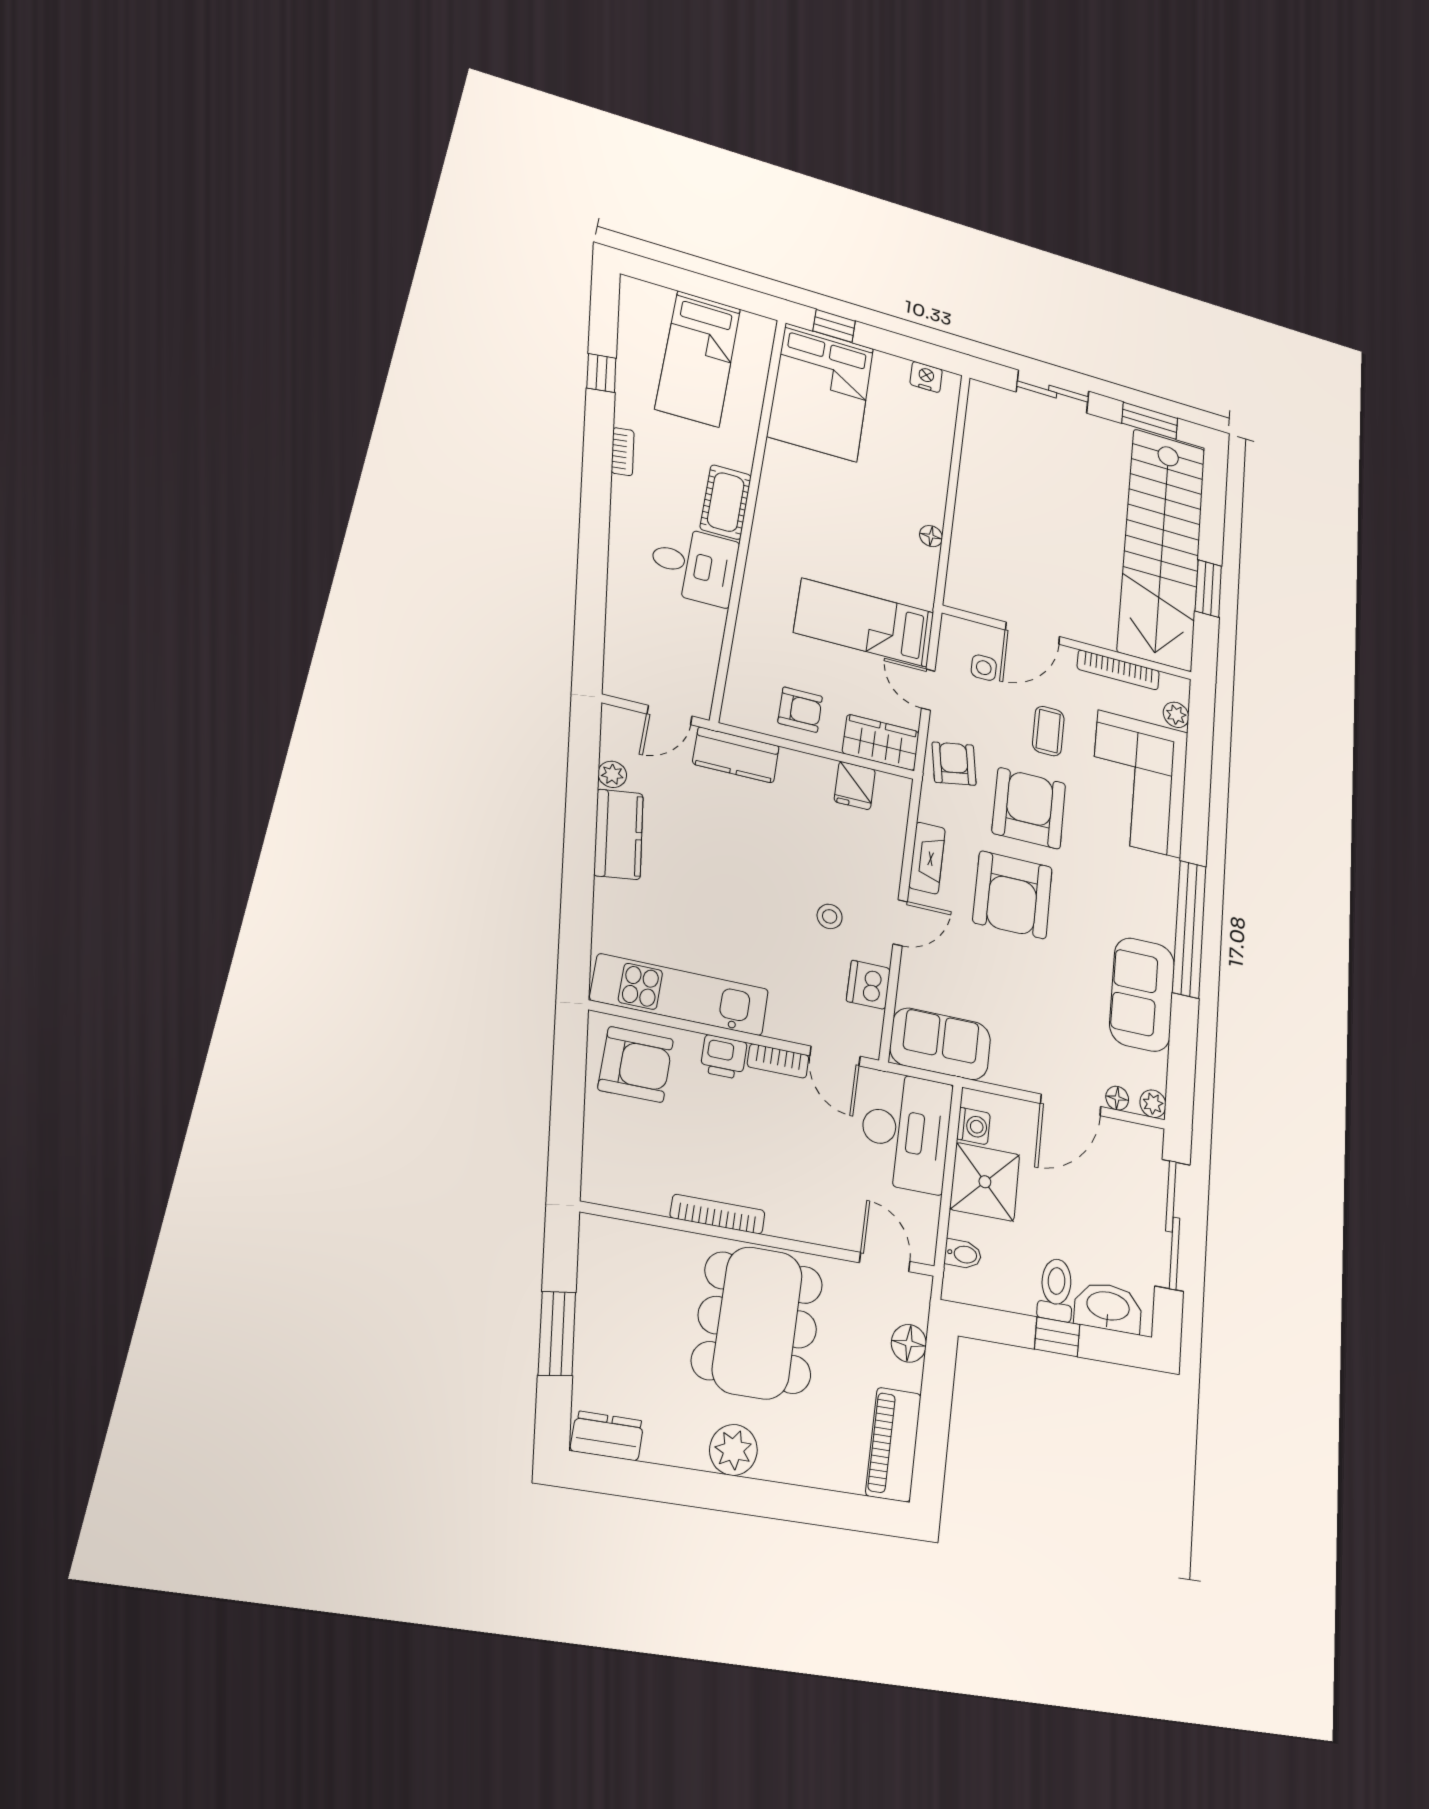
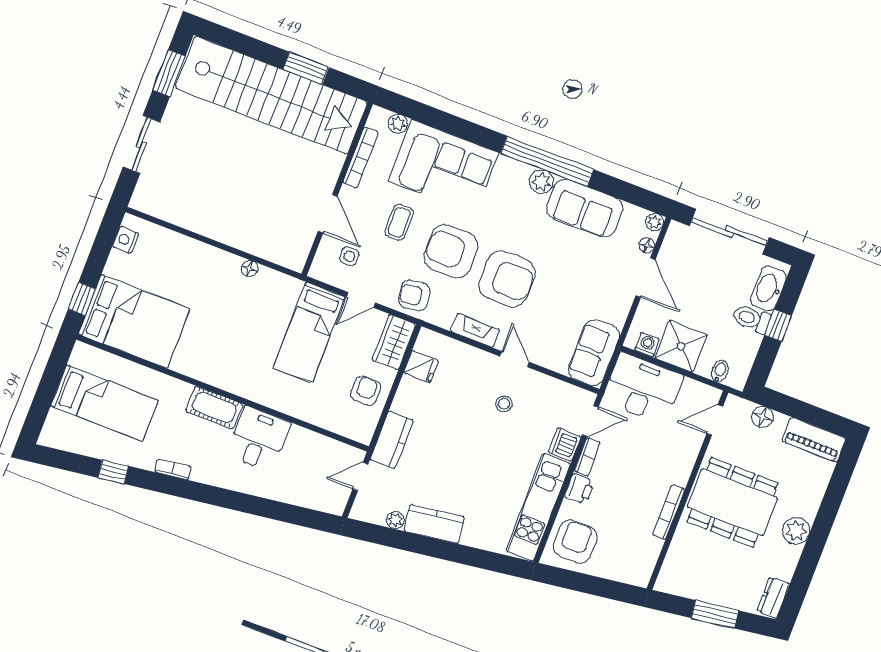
door: (669, 715) -> (360, 477), swing flipped
coffee table: (1048, 731) -> (399, 222), turned 90
plant: (1160, 925) -> (541, 182), added
dishwasher: (868, 985) -> (565, 445), moved, turned 90

